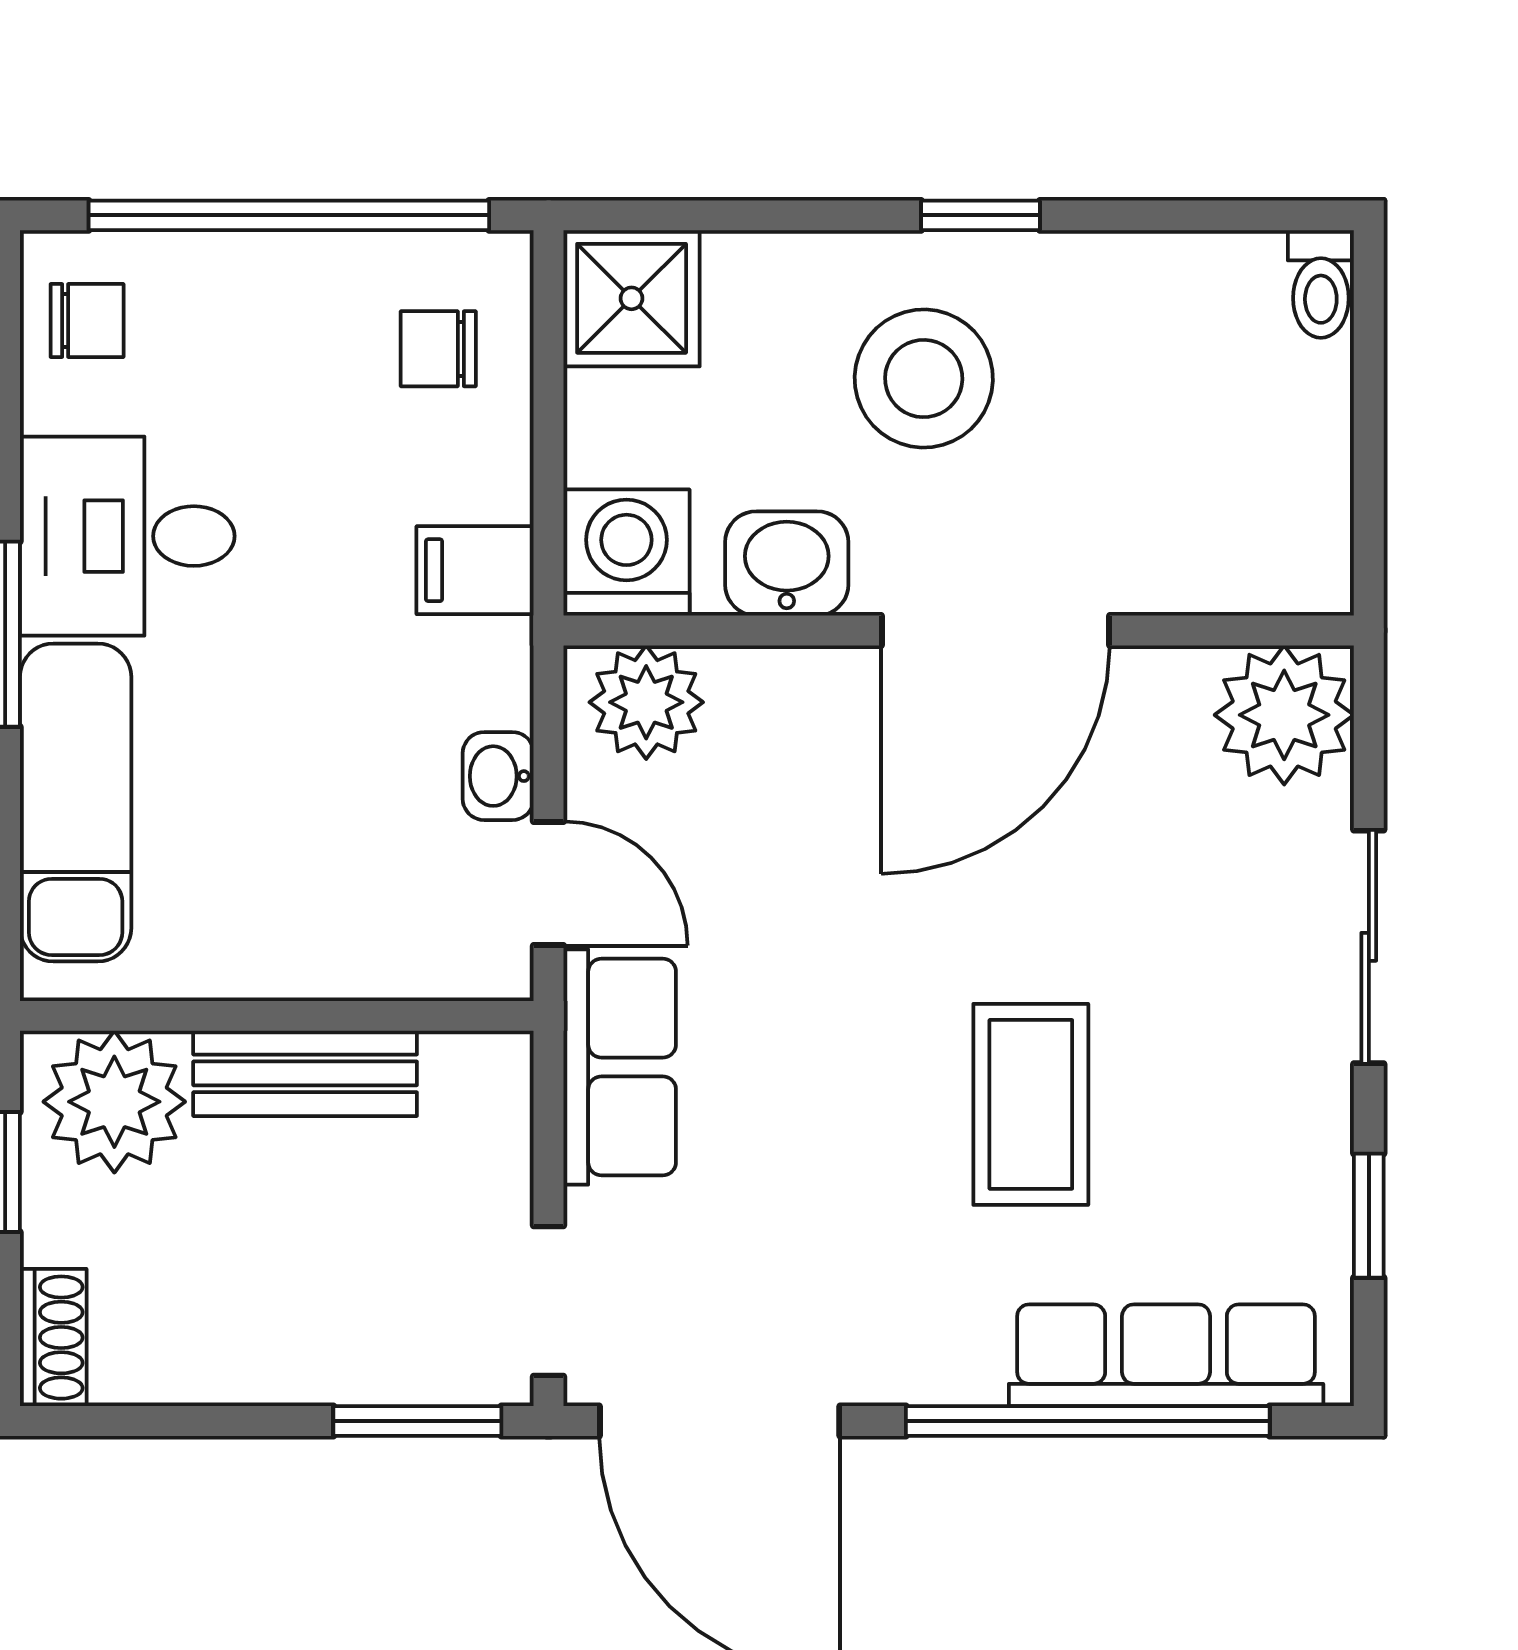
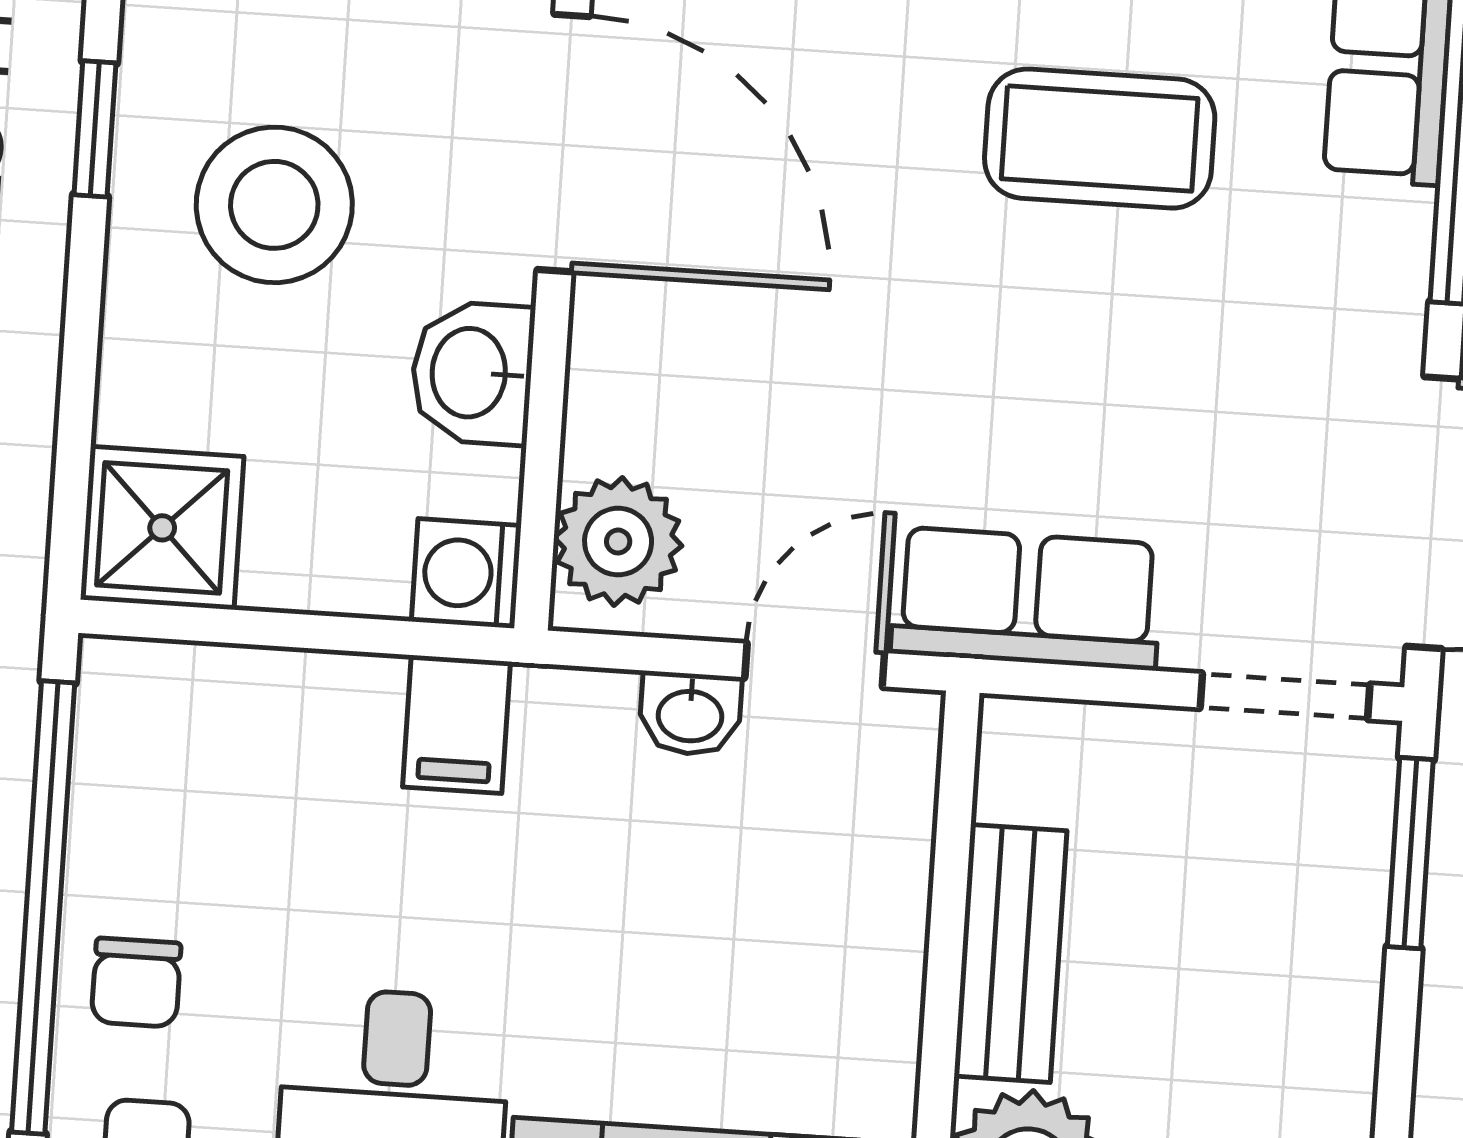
chair: (438, 349) -> (136, 983), moved
washing machine: (626, 553) -> (466, 573), width x0.73, depth x0.73

